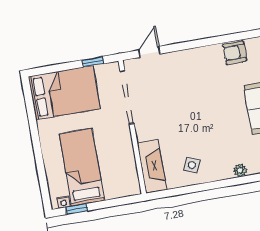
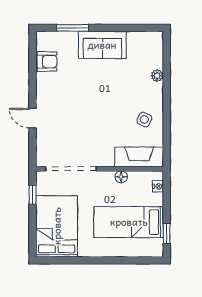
door: (149, 52) -> (33, 118), moved
armchair: (235, 53) -> (47, 62), turned -90
floor lamp: (128, 151) -> (121, 177), added
nightstand: (64, 202) -> (158, 186), moved

